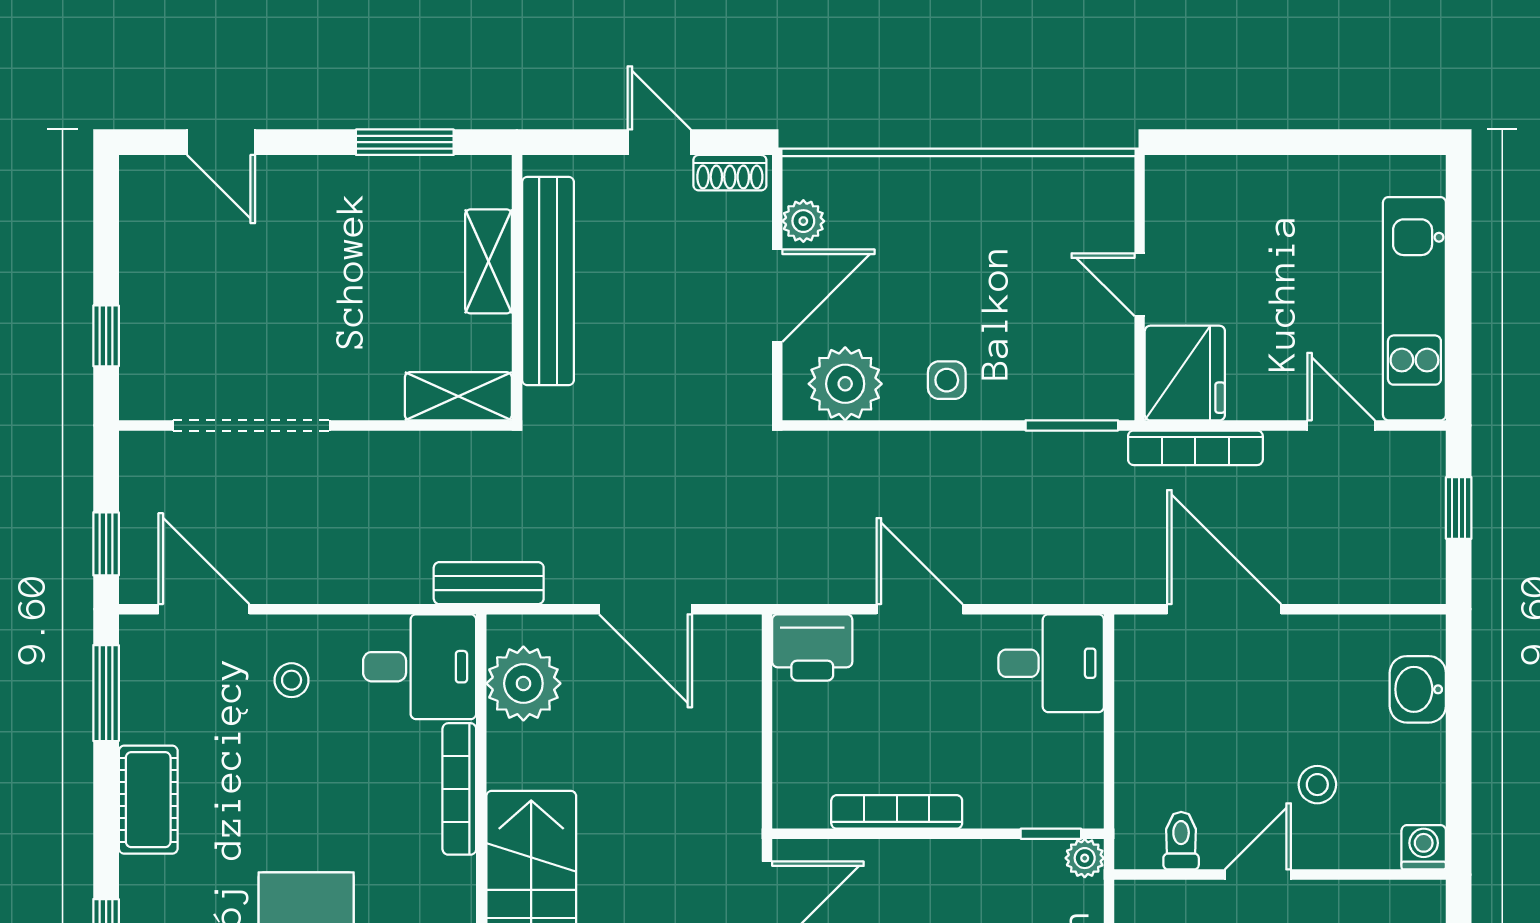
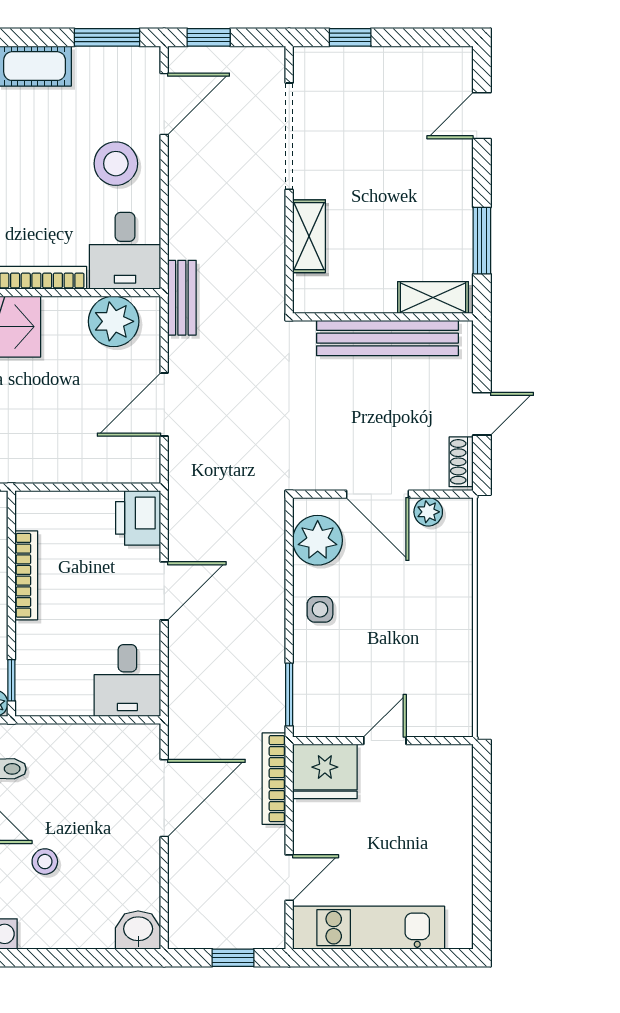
shelving: (488, 261) -> (433, 298), moved
shelving: (458, 396) -> (309, 236), moved
stool: (292, 680) -> (116, 164), width x1.89, depth x1.89
washbasin: (1418, 689) -> (138, 930), moved

